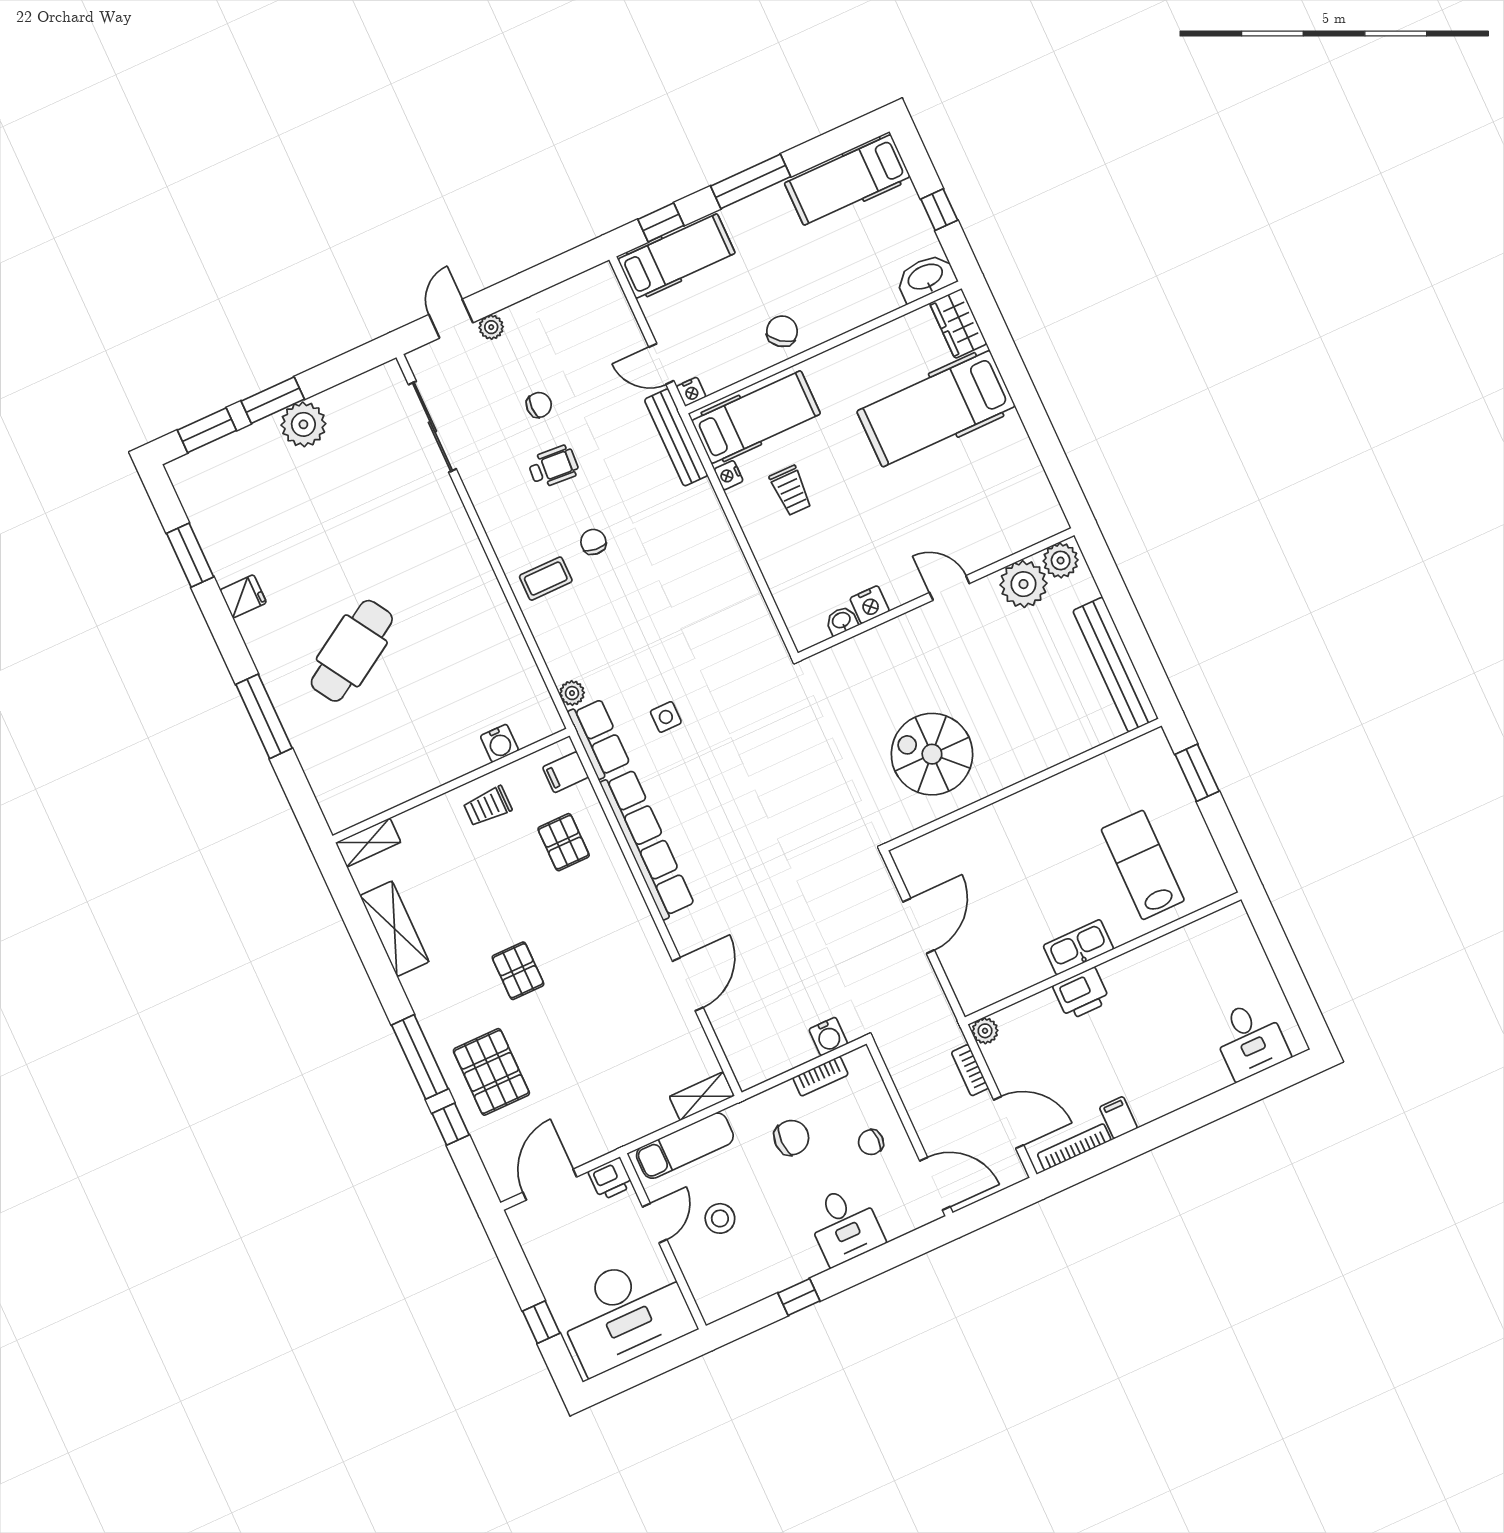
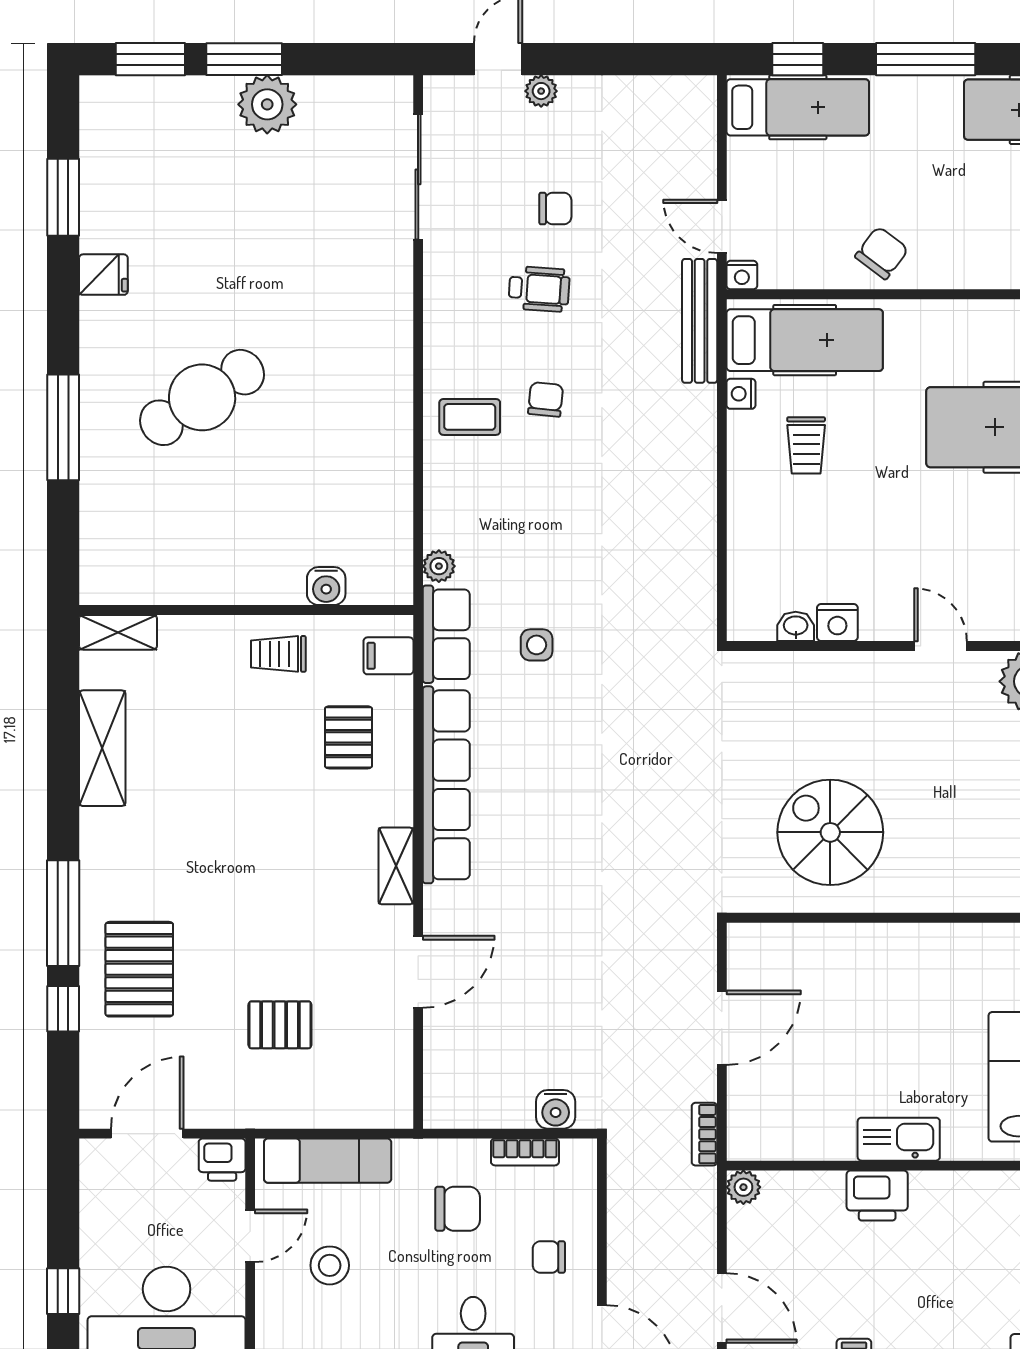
pallet: (518, 971) -> (280, 1025), moved, turned 90
bookcase: (970, 1070) -> (704, 1134), moved
shelving: (702, 1096) -> (396, 866), moved, turned 90

